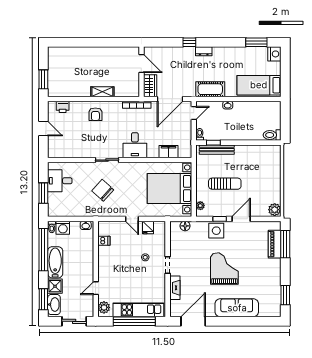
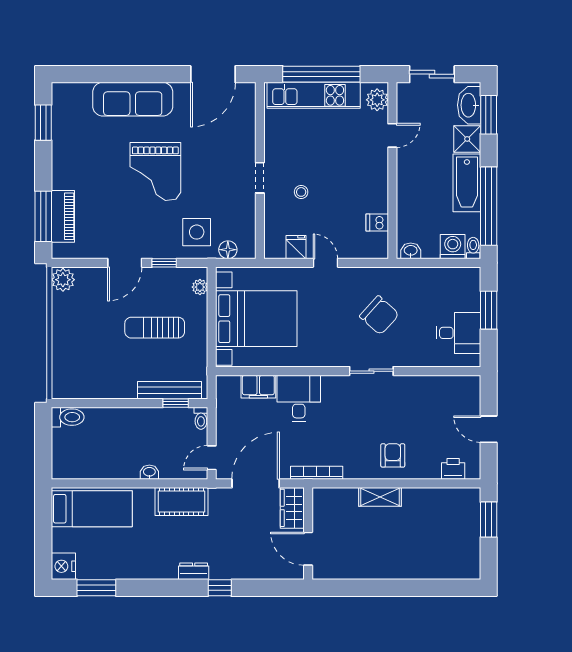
desk: (135, 145) -> (299, 398), moved
side table: (216, 231) -> (197, 232), moved
fireplace: (175, 288) -> (247, 136), removed

